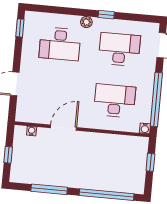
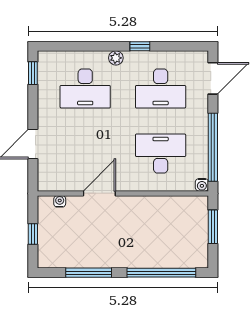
desk: (119, 49) -> (161, 88), turned 180
window: (150, 162) -> (213, 227), width x1.50

